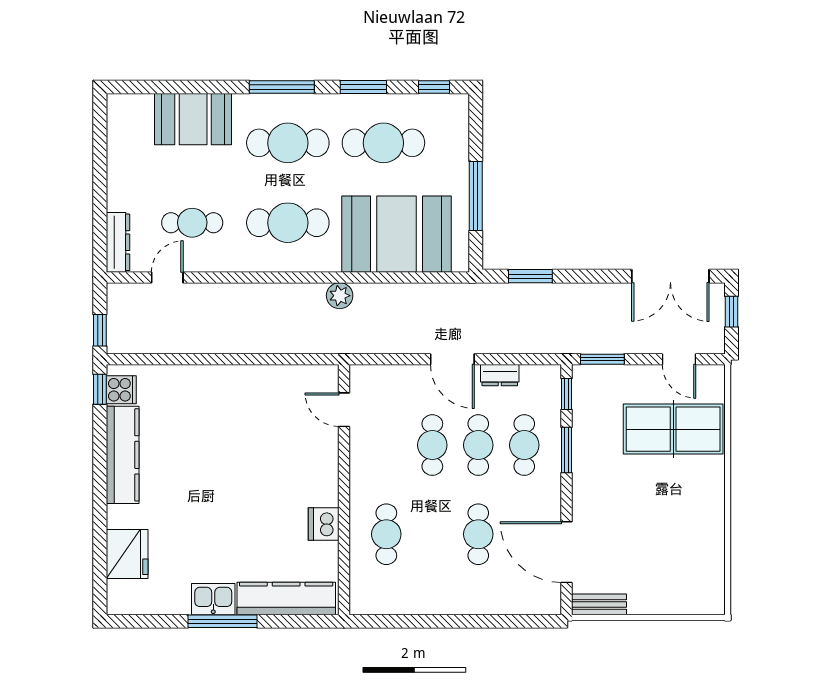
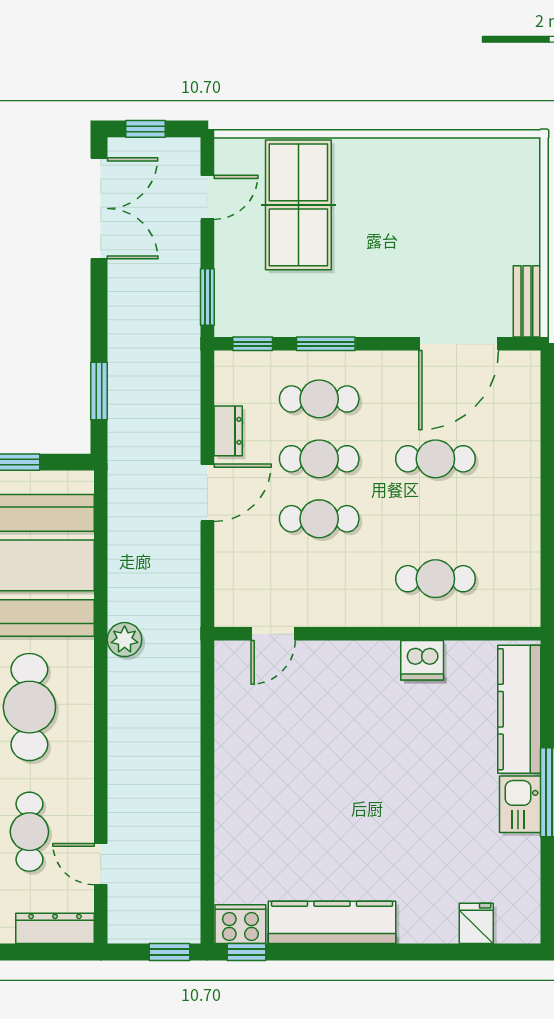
cooker: (121, 390) -> (240, 924), width x1.36
fridge: (127, 554) -> (476, 923), width x0.53, depth x0.75

